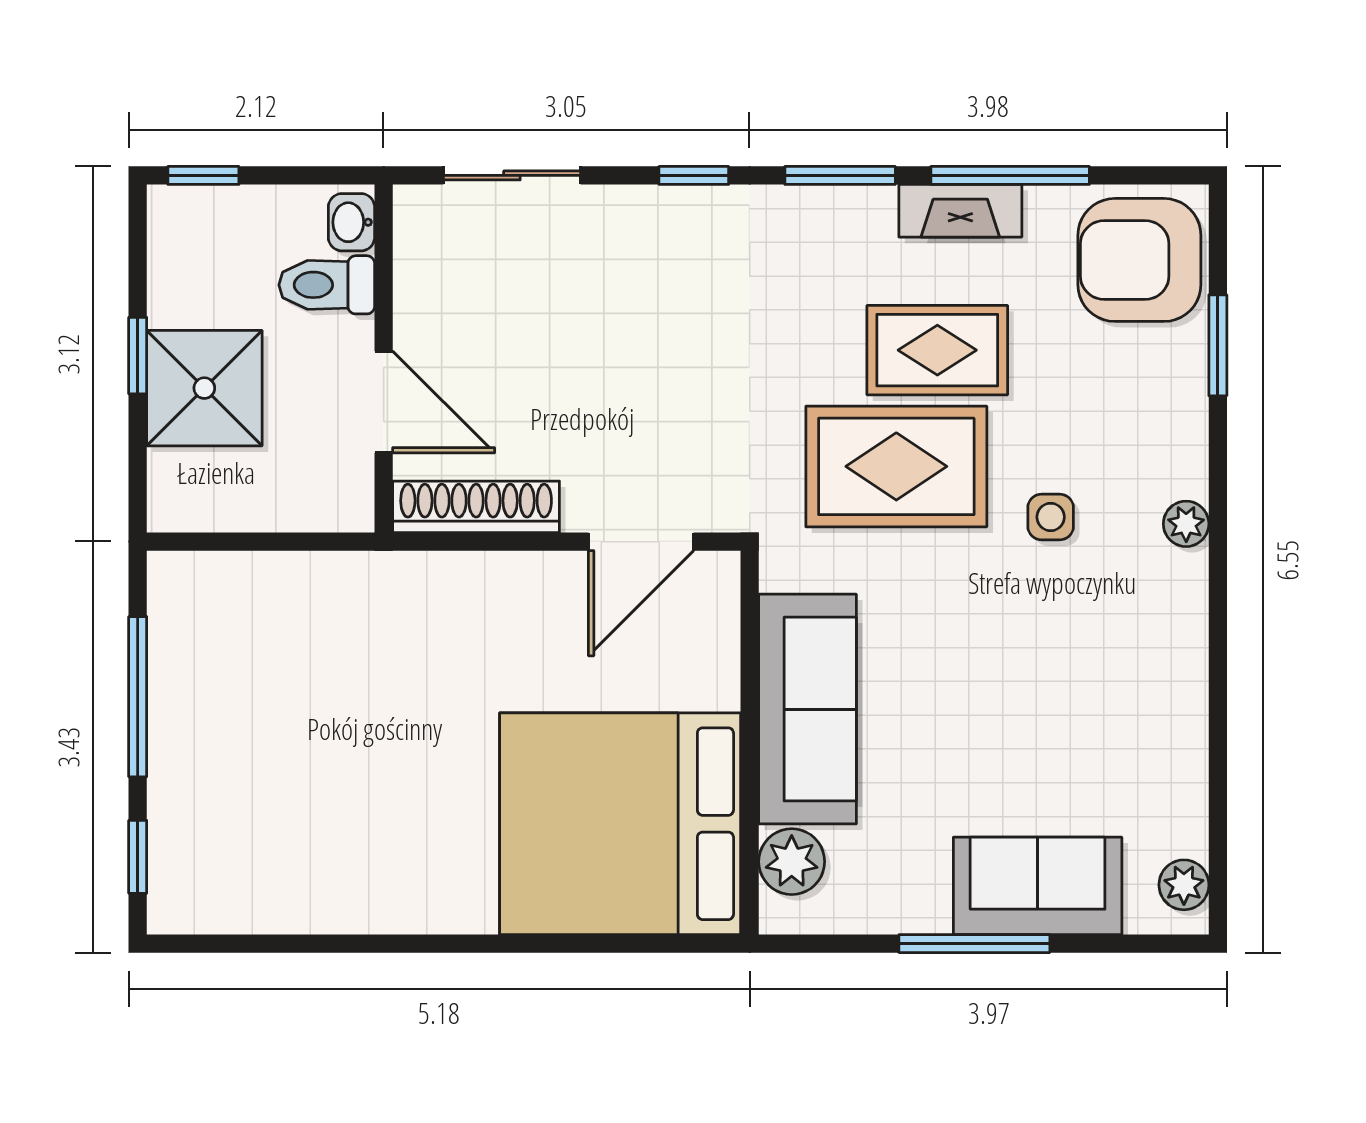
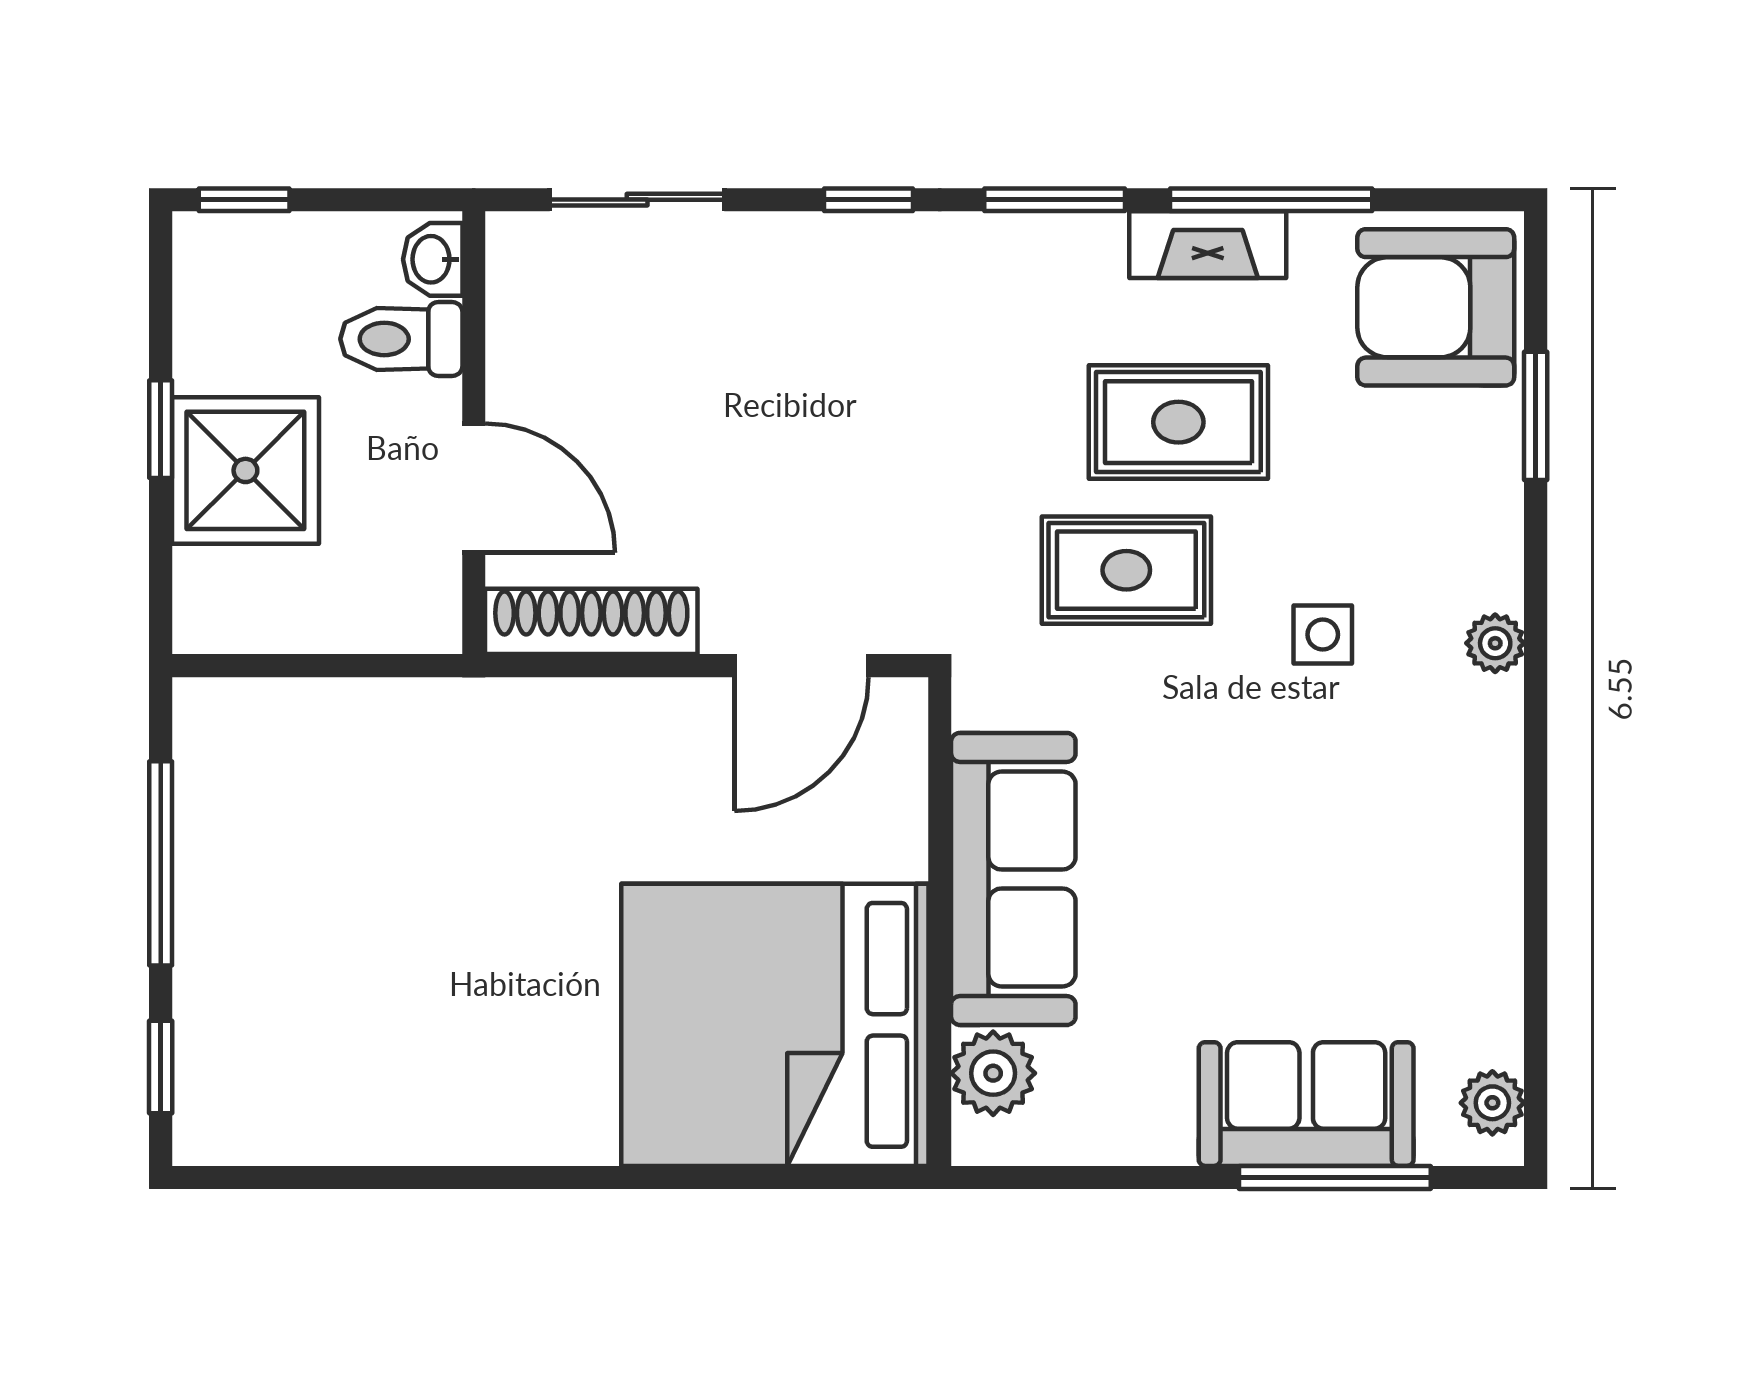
rug: (896, 466) -> (1126, 570), width x0.73, depth x0.70
window: (974, 944) -> (1335, 1178), moved

